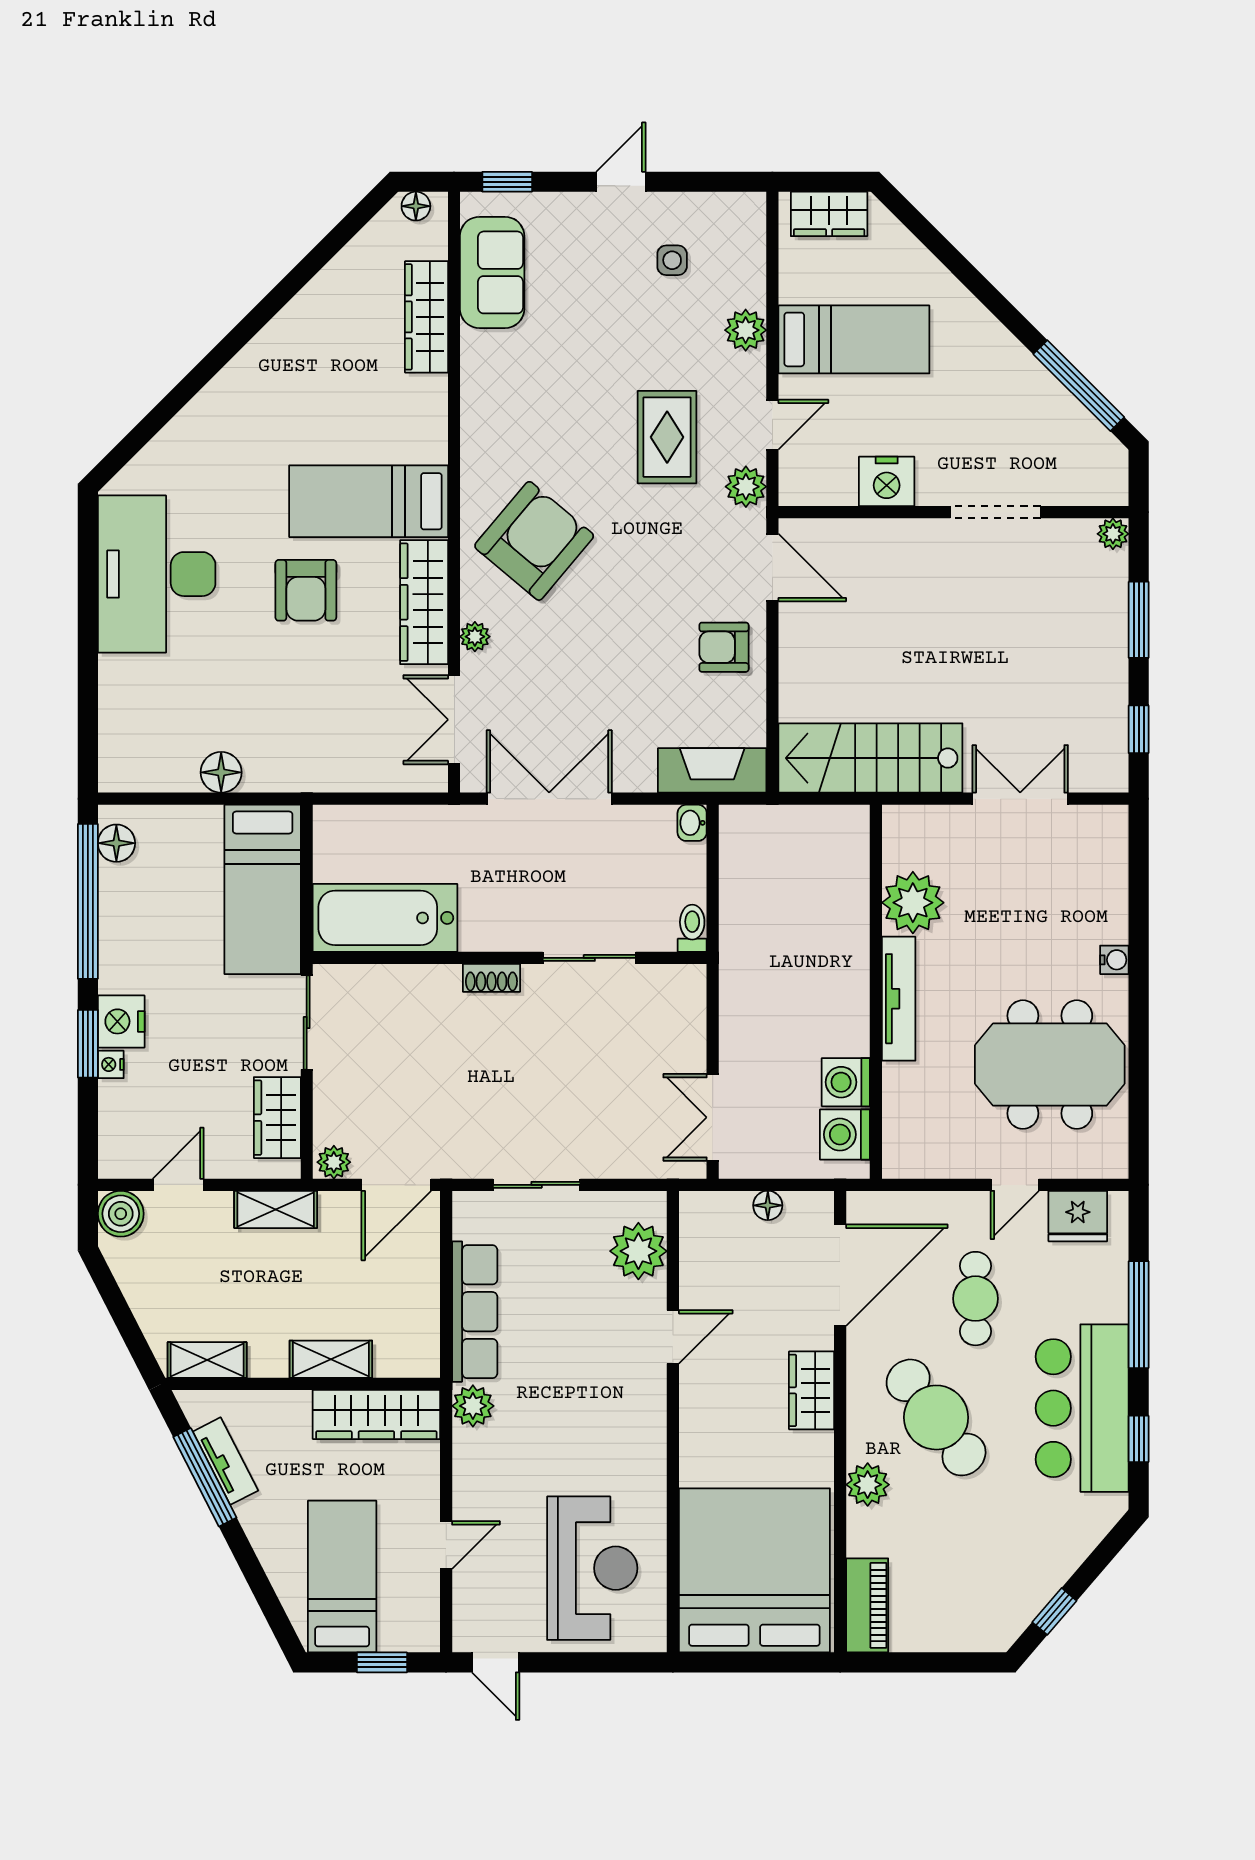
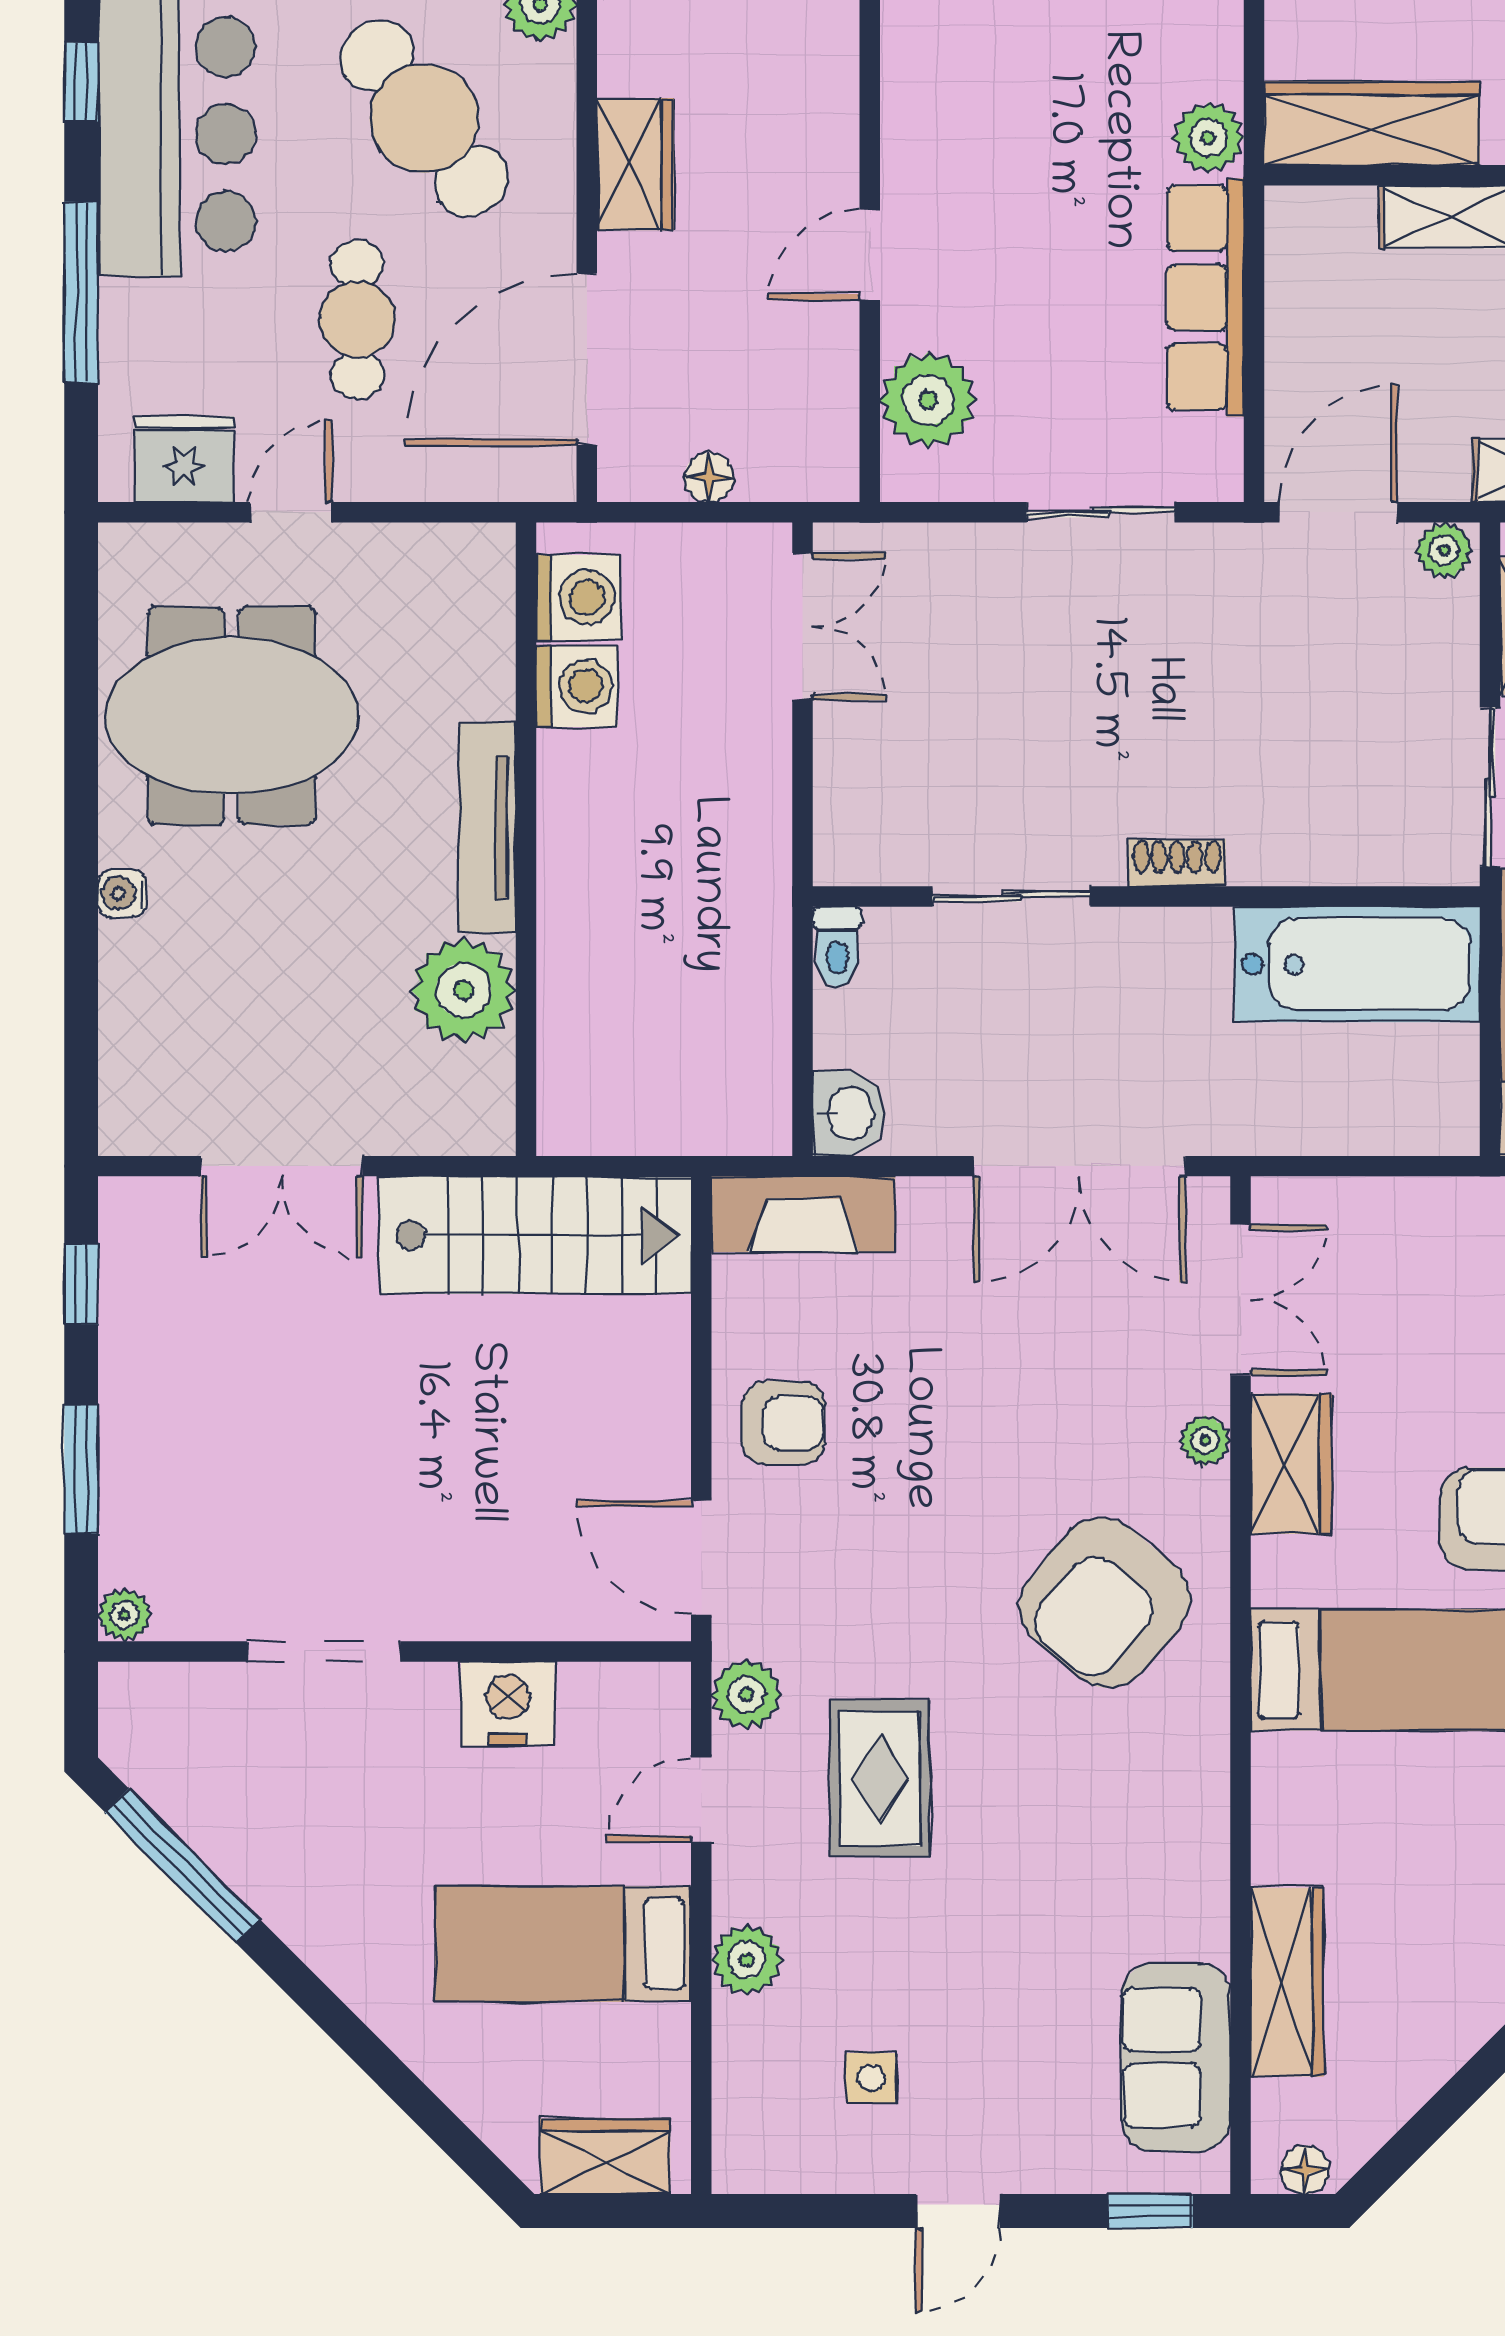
wardrobe: (424, 602) -> (1291, 1464), width x0.67
washbasin: (692, 823) -> (848, 1114), width x1.38, depth x1.45

